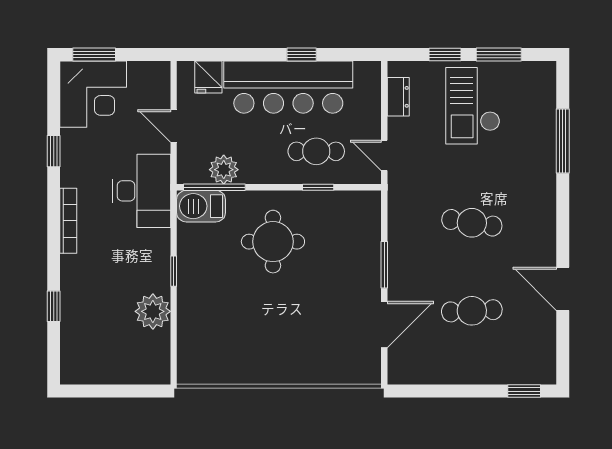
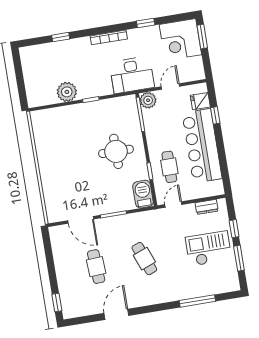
window: (302, 55) -> (215, 115), moved
plant: (224, 170) -> (148, 100), moved
barbecue: (201, 206) -> (143, 194), moved
cafe table: (472, 223) -> (144, 259), turned -30

